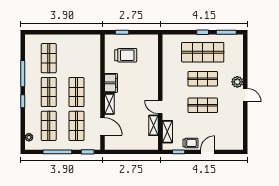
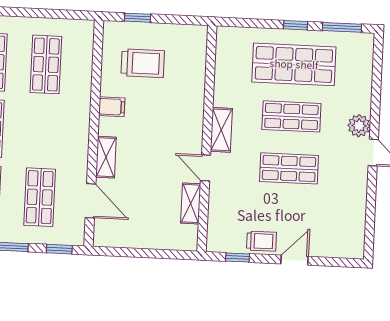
filing cabinet: (111, 83) -> (112, 107), width x0.50
shop shelf: (76, 92) -> (46, 64), moved
shelving: (167, 132) -> (221, 130), moved

